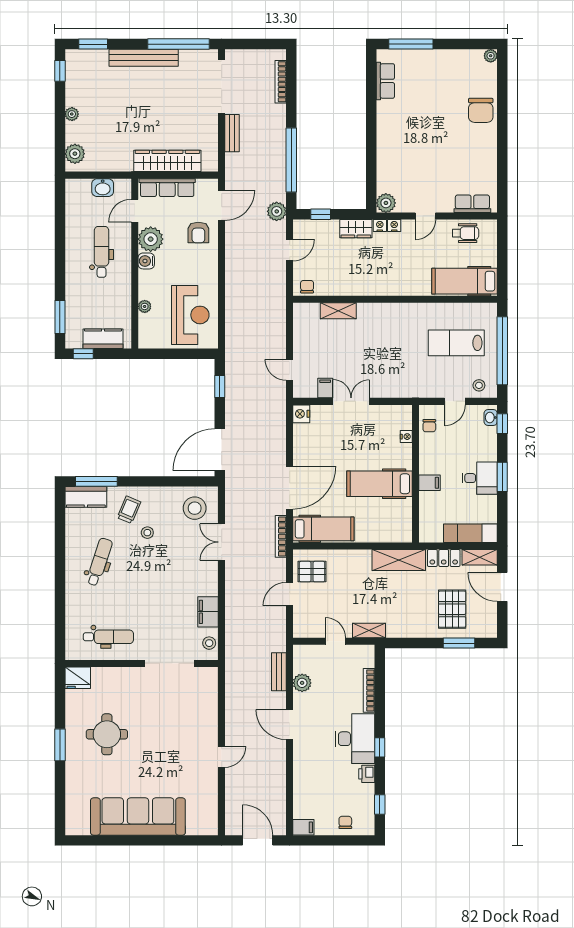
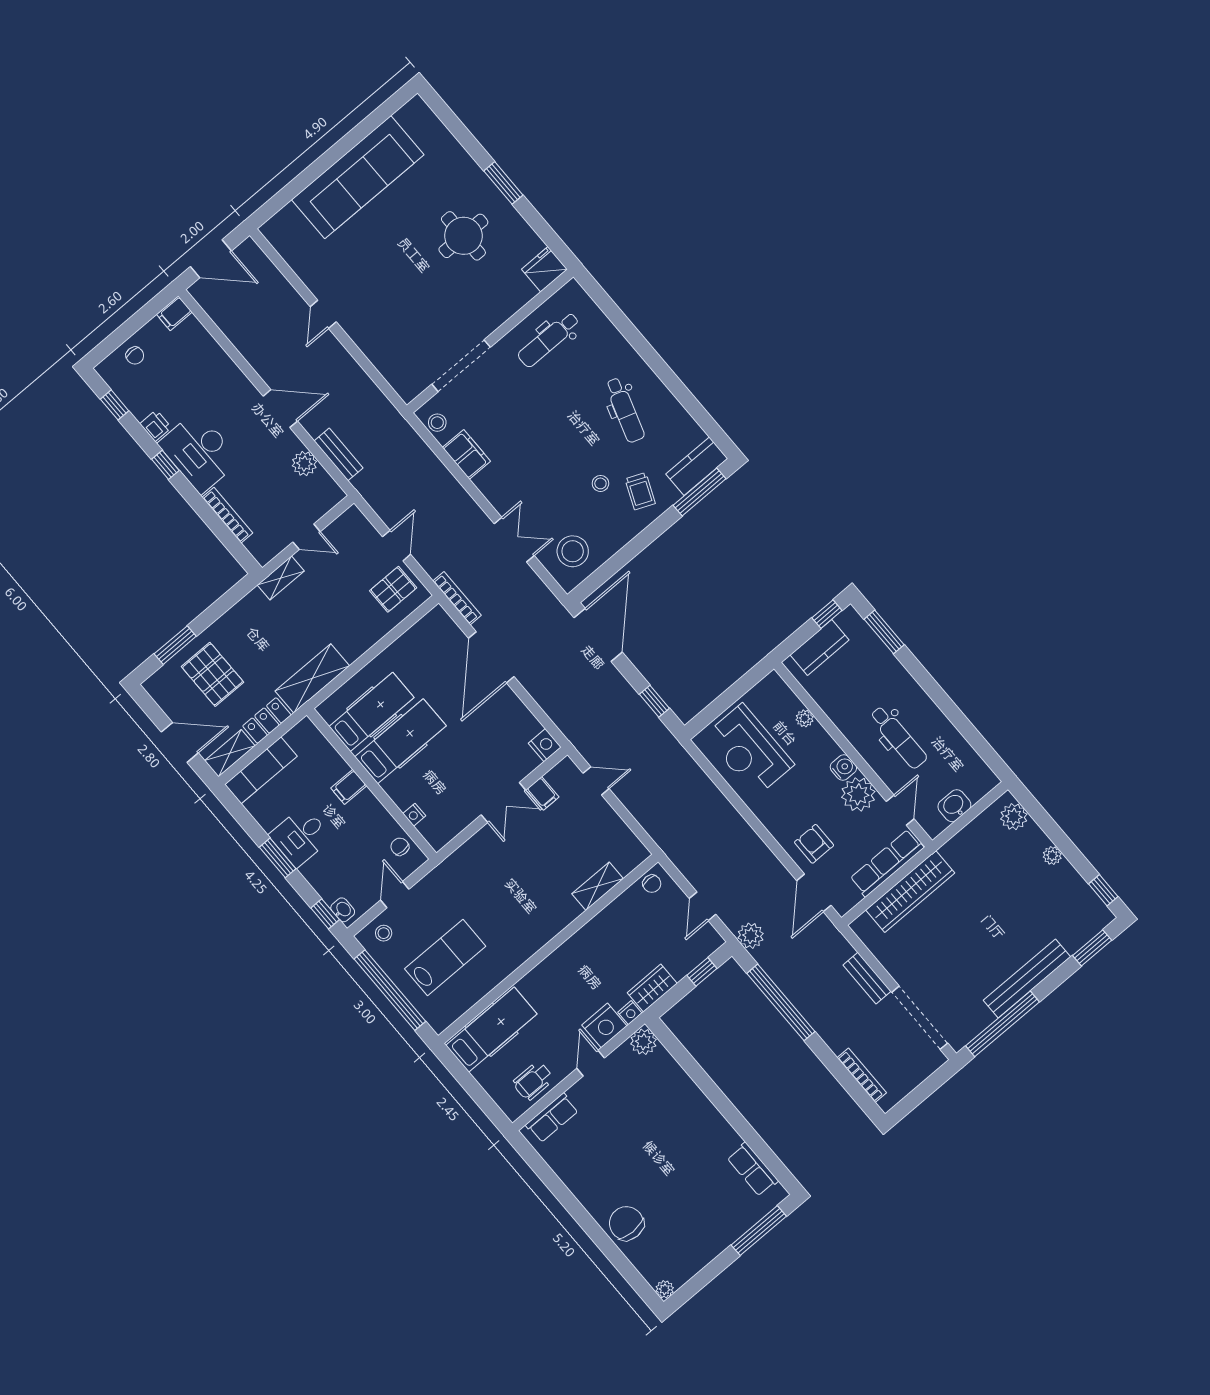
nightstand: (394, 225) -> (604, 1025), width x1.89, depth x1.79
hospital bed: (323, 529) -> (372, 712), moved, turned 180

